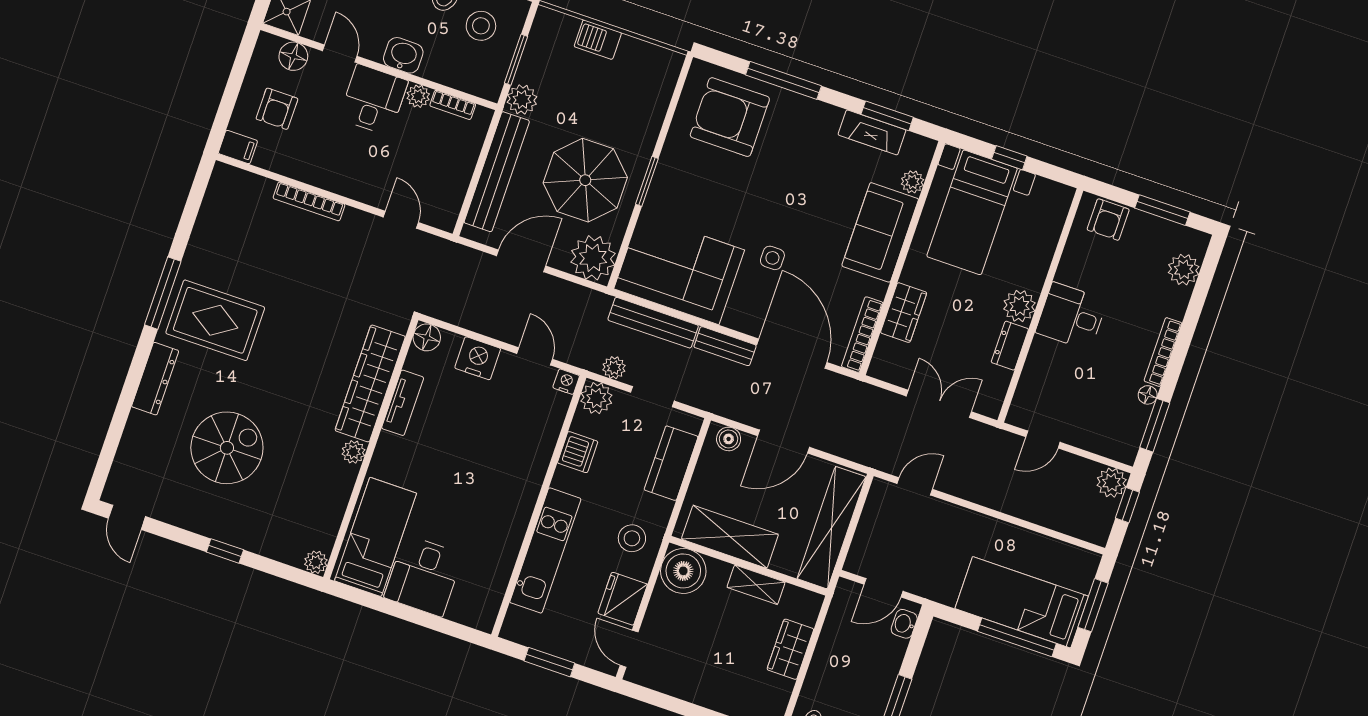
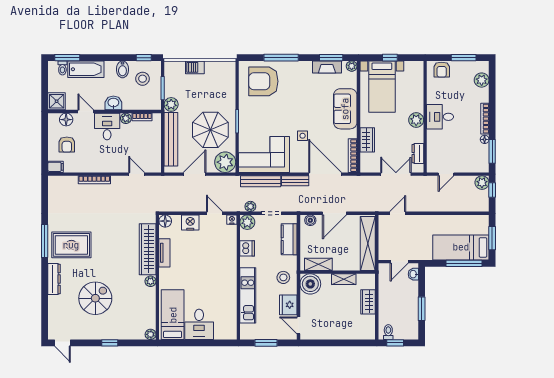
plant: (912, 182) -> (352, 66), moved
dresser: (1010, 346) -> (418, 154), moved
shelving: (730, 537) -> (318, 264), width x0.67, depth x0.75

